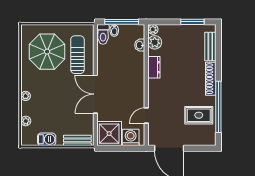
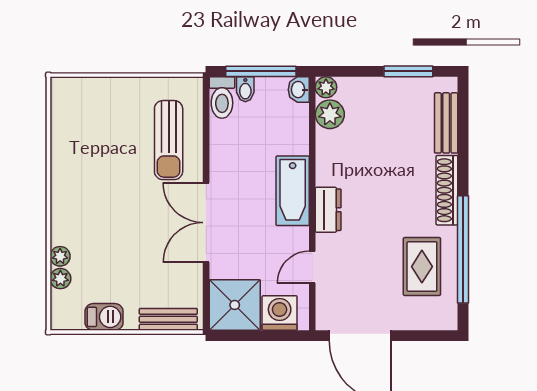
washbasin: (140, 45) -> (299, 90), moved
parasol: (47, 52) -> (105, 134), removed
sun lounger: (77, 55) -> (169, 140), turned 180
dresser: (154, 67) -> (328, 210), moved
bathtub: (137, 79) -> (293, 191), added
plant: (26, 96) -> (60, 256), moved
rug: (199, 115) -> (422, 267), turned 90

